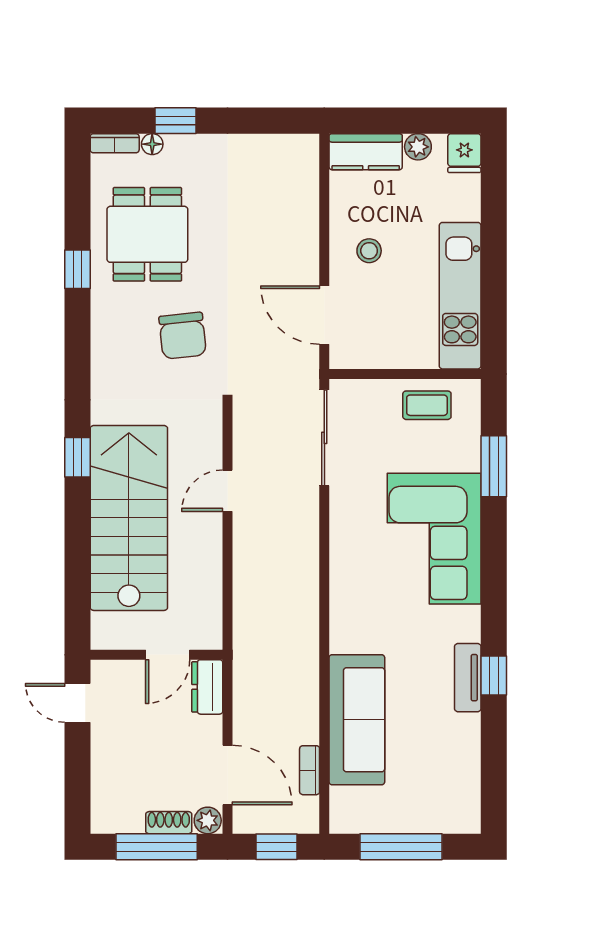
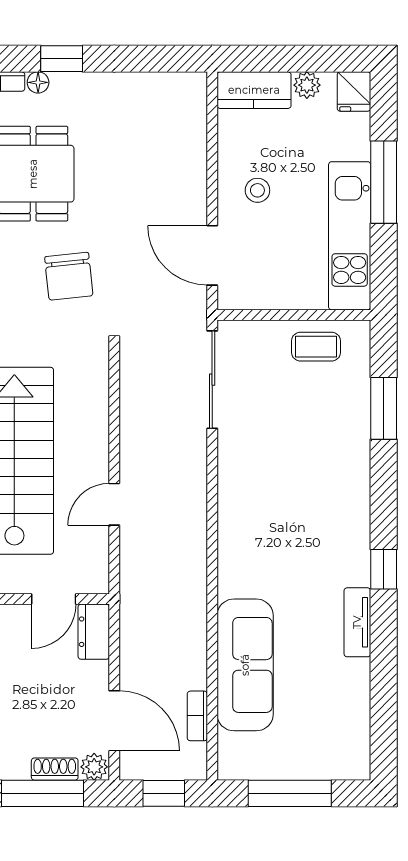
window: (494, 243) -> (384, 182), added
door: (227, 491) -> (114, 504), moved
corner sofa: (434, 539) -> (323, 482), removed
window: (494, 675) -> (384, 569), moved

